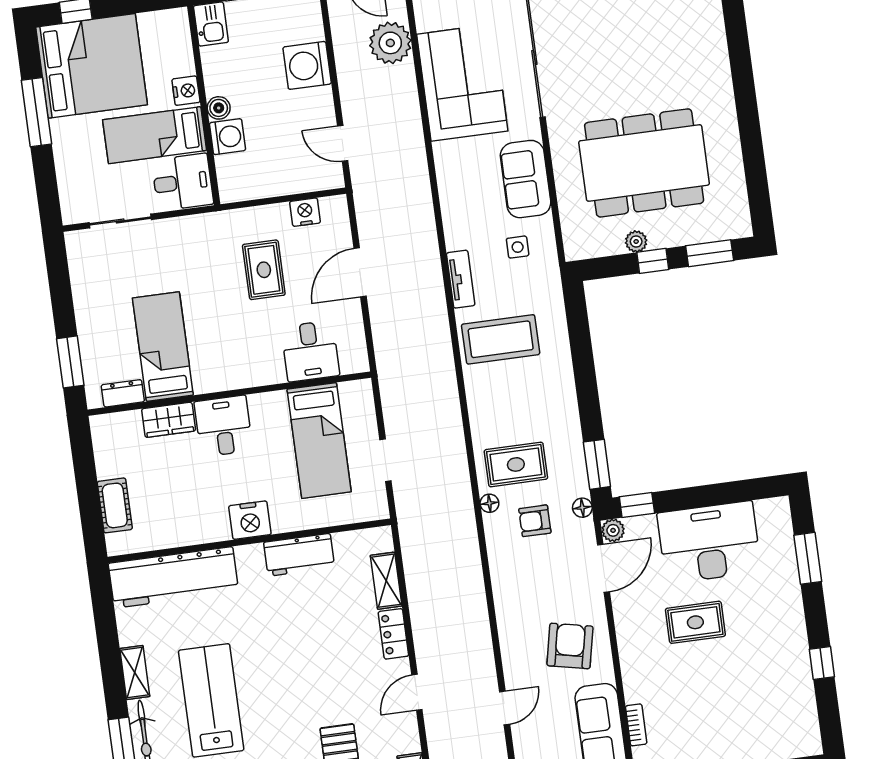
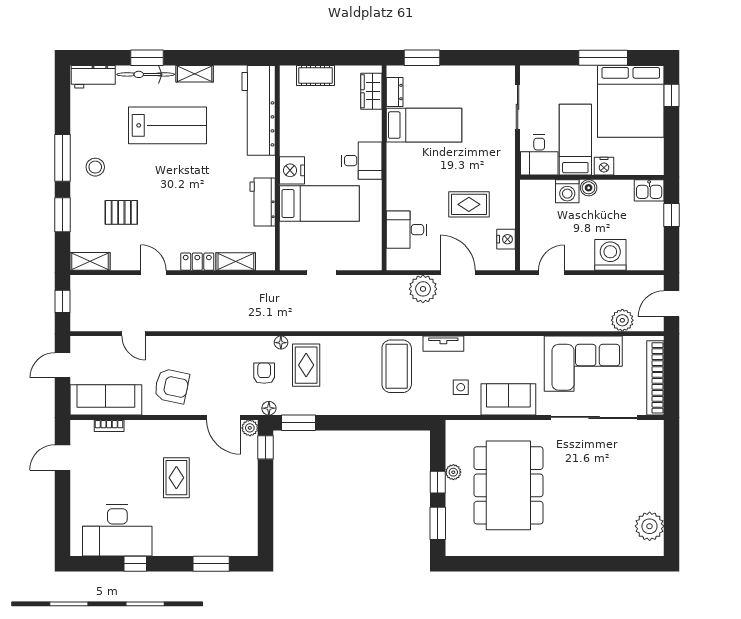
plant: (390, 43) -> (622, 320), width x0.73, depth x0.73
plant: (389, 317) -> (423, 289), added
wardrobe: (169, 420) -> (371, 91), moved
bed: (319, 440) -> (319, 203), moved, turned 180
desk: (709, 542) -> (117, 530), moved, turned 90

